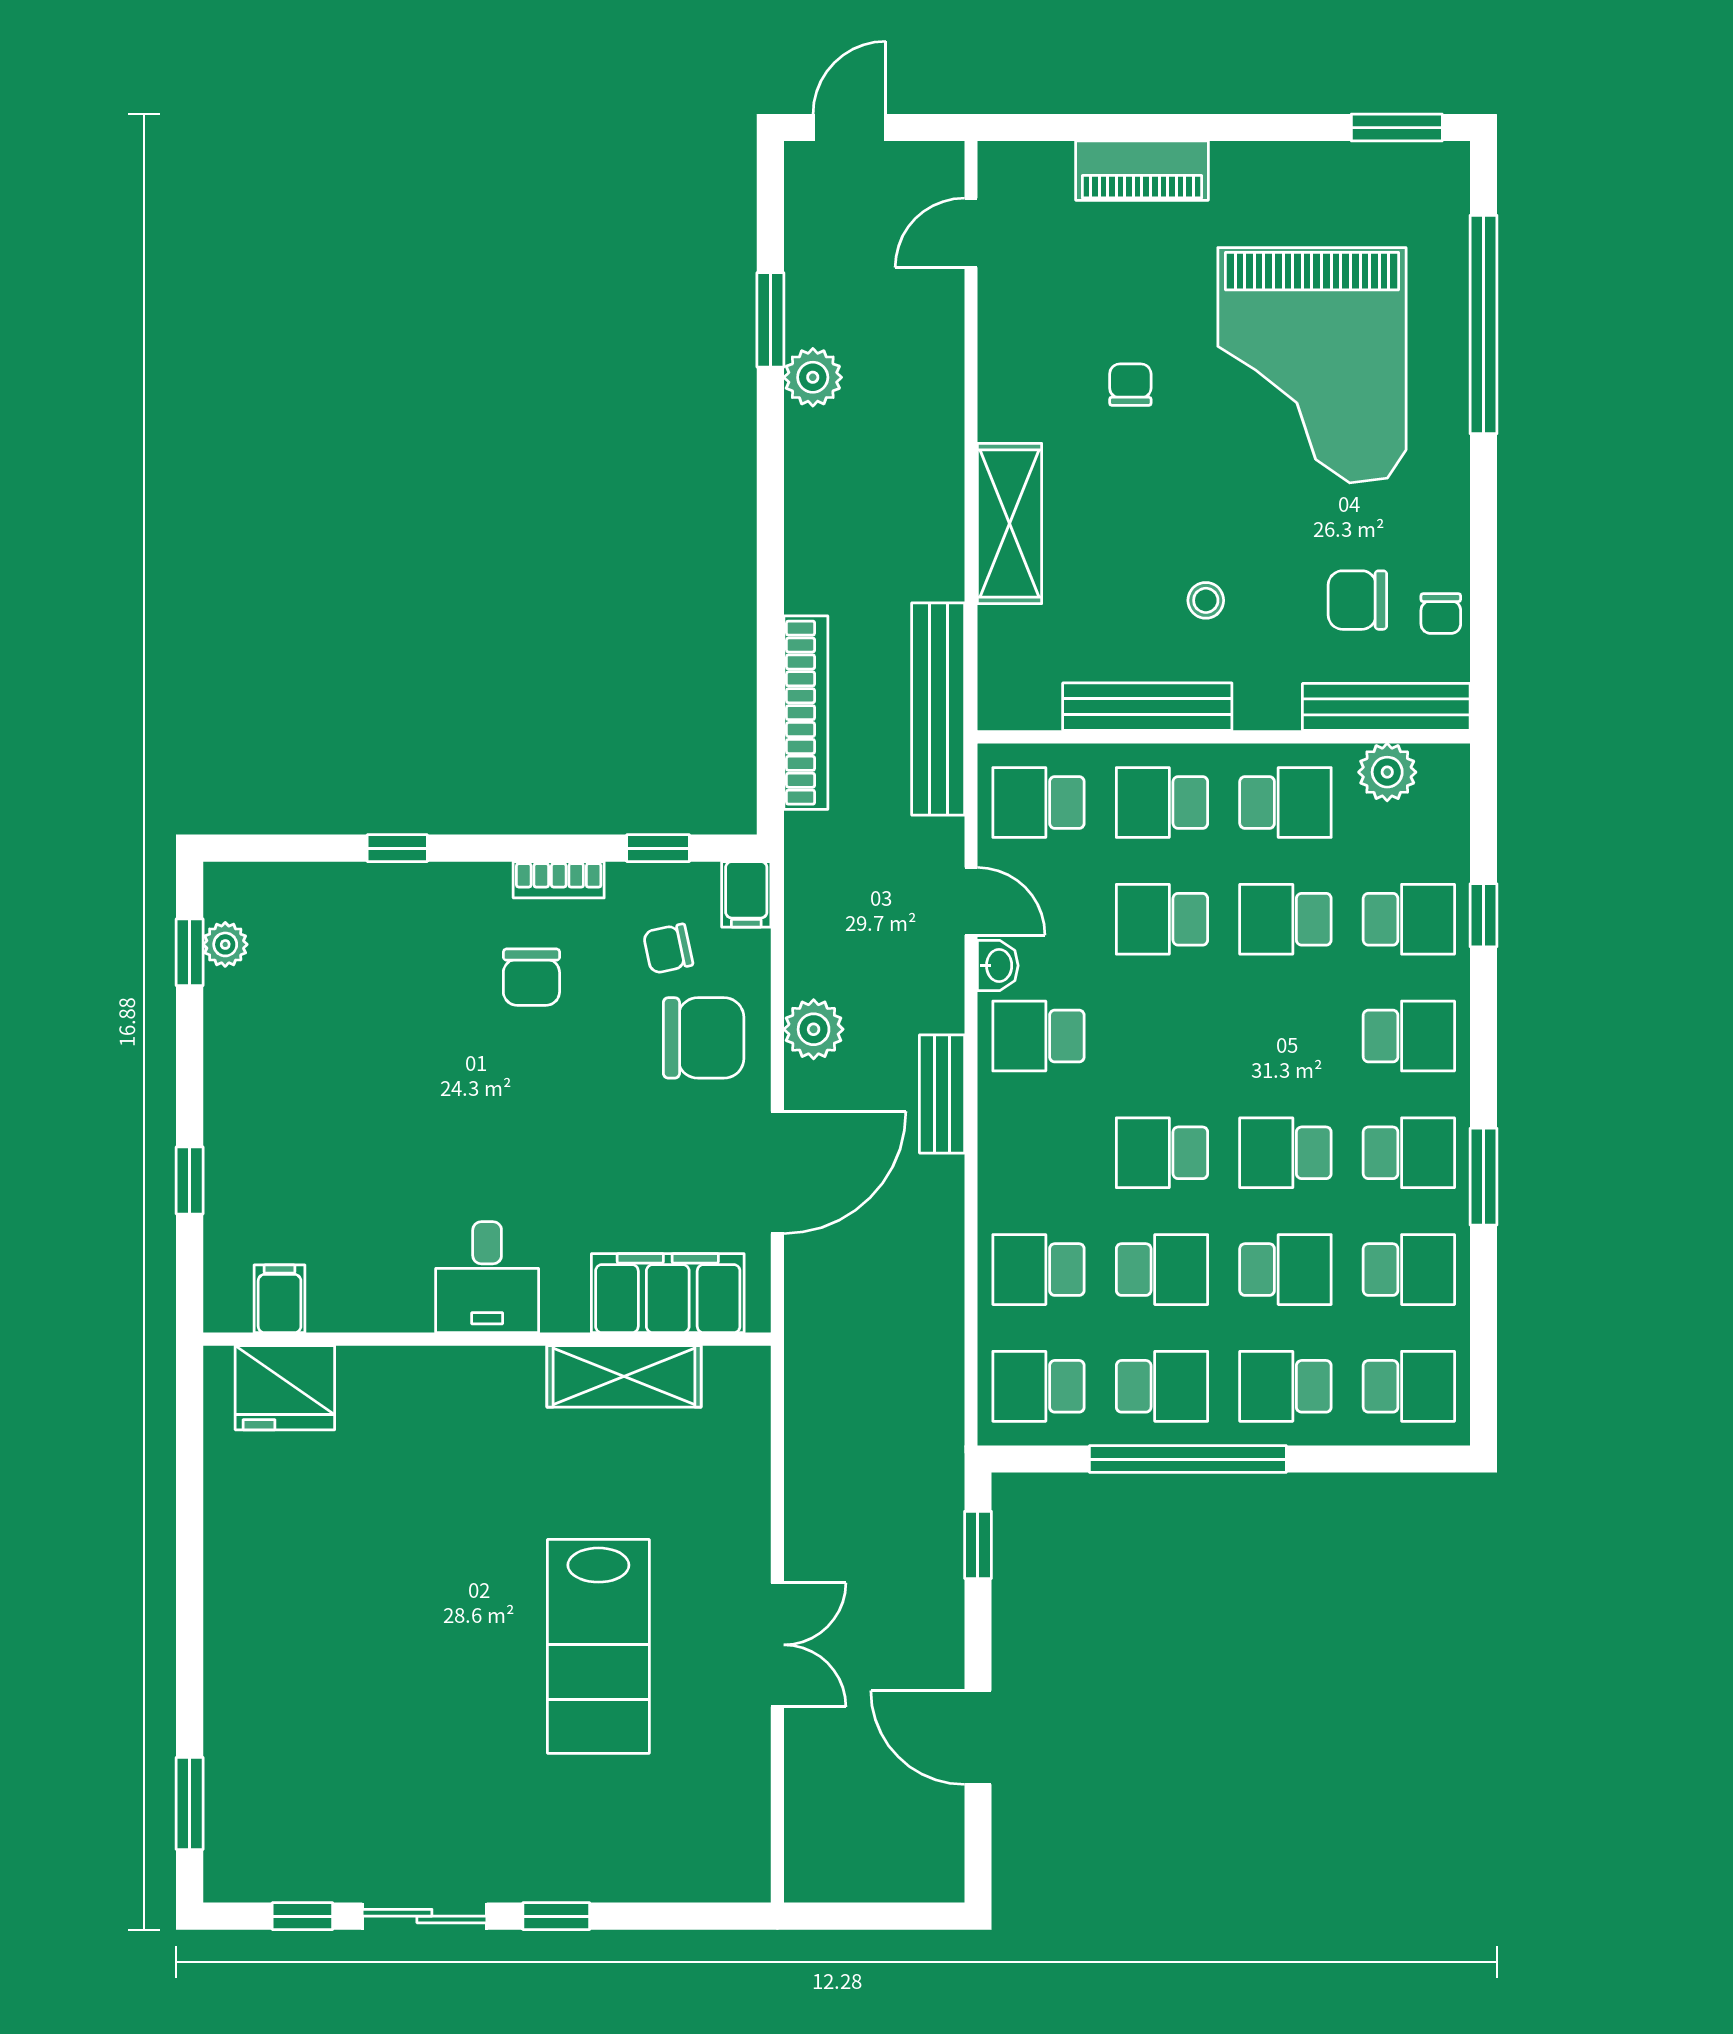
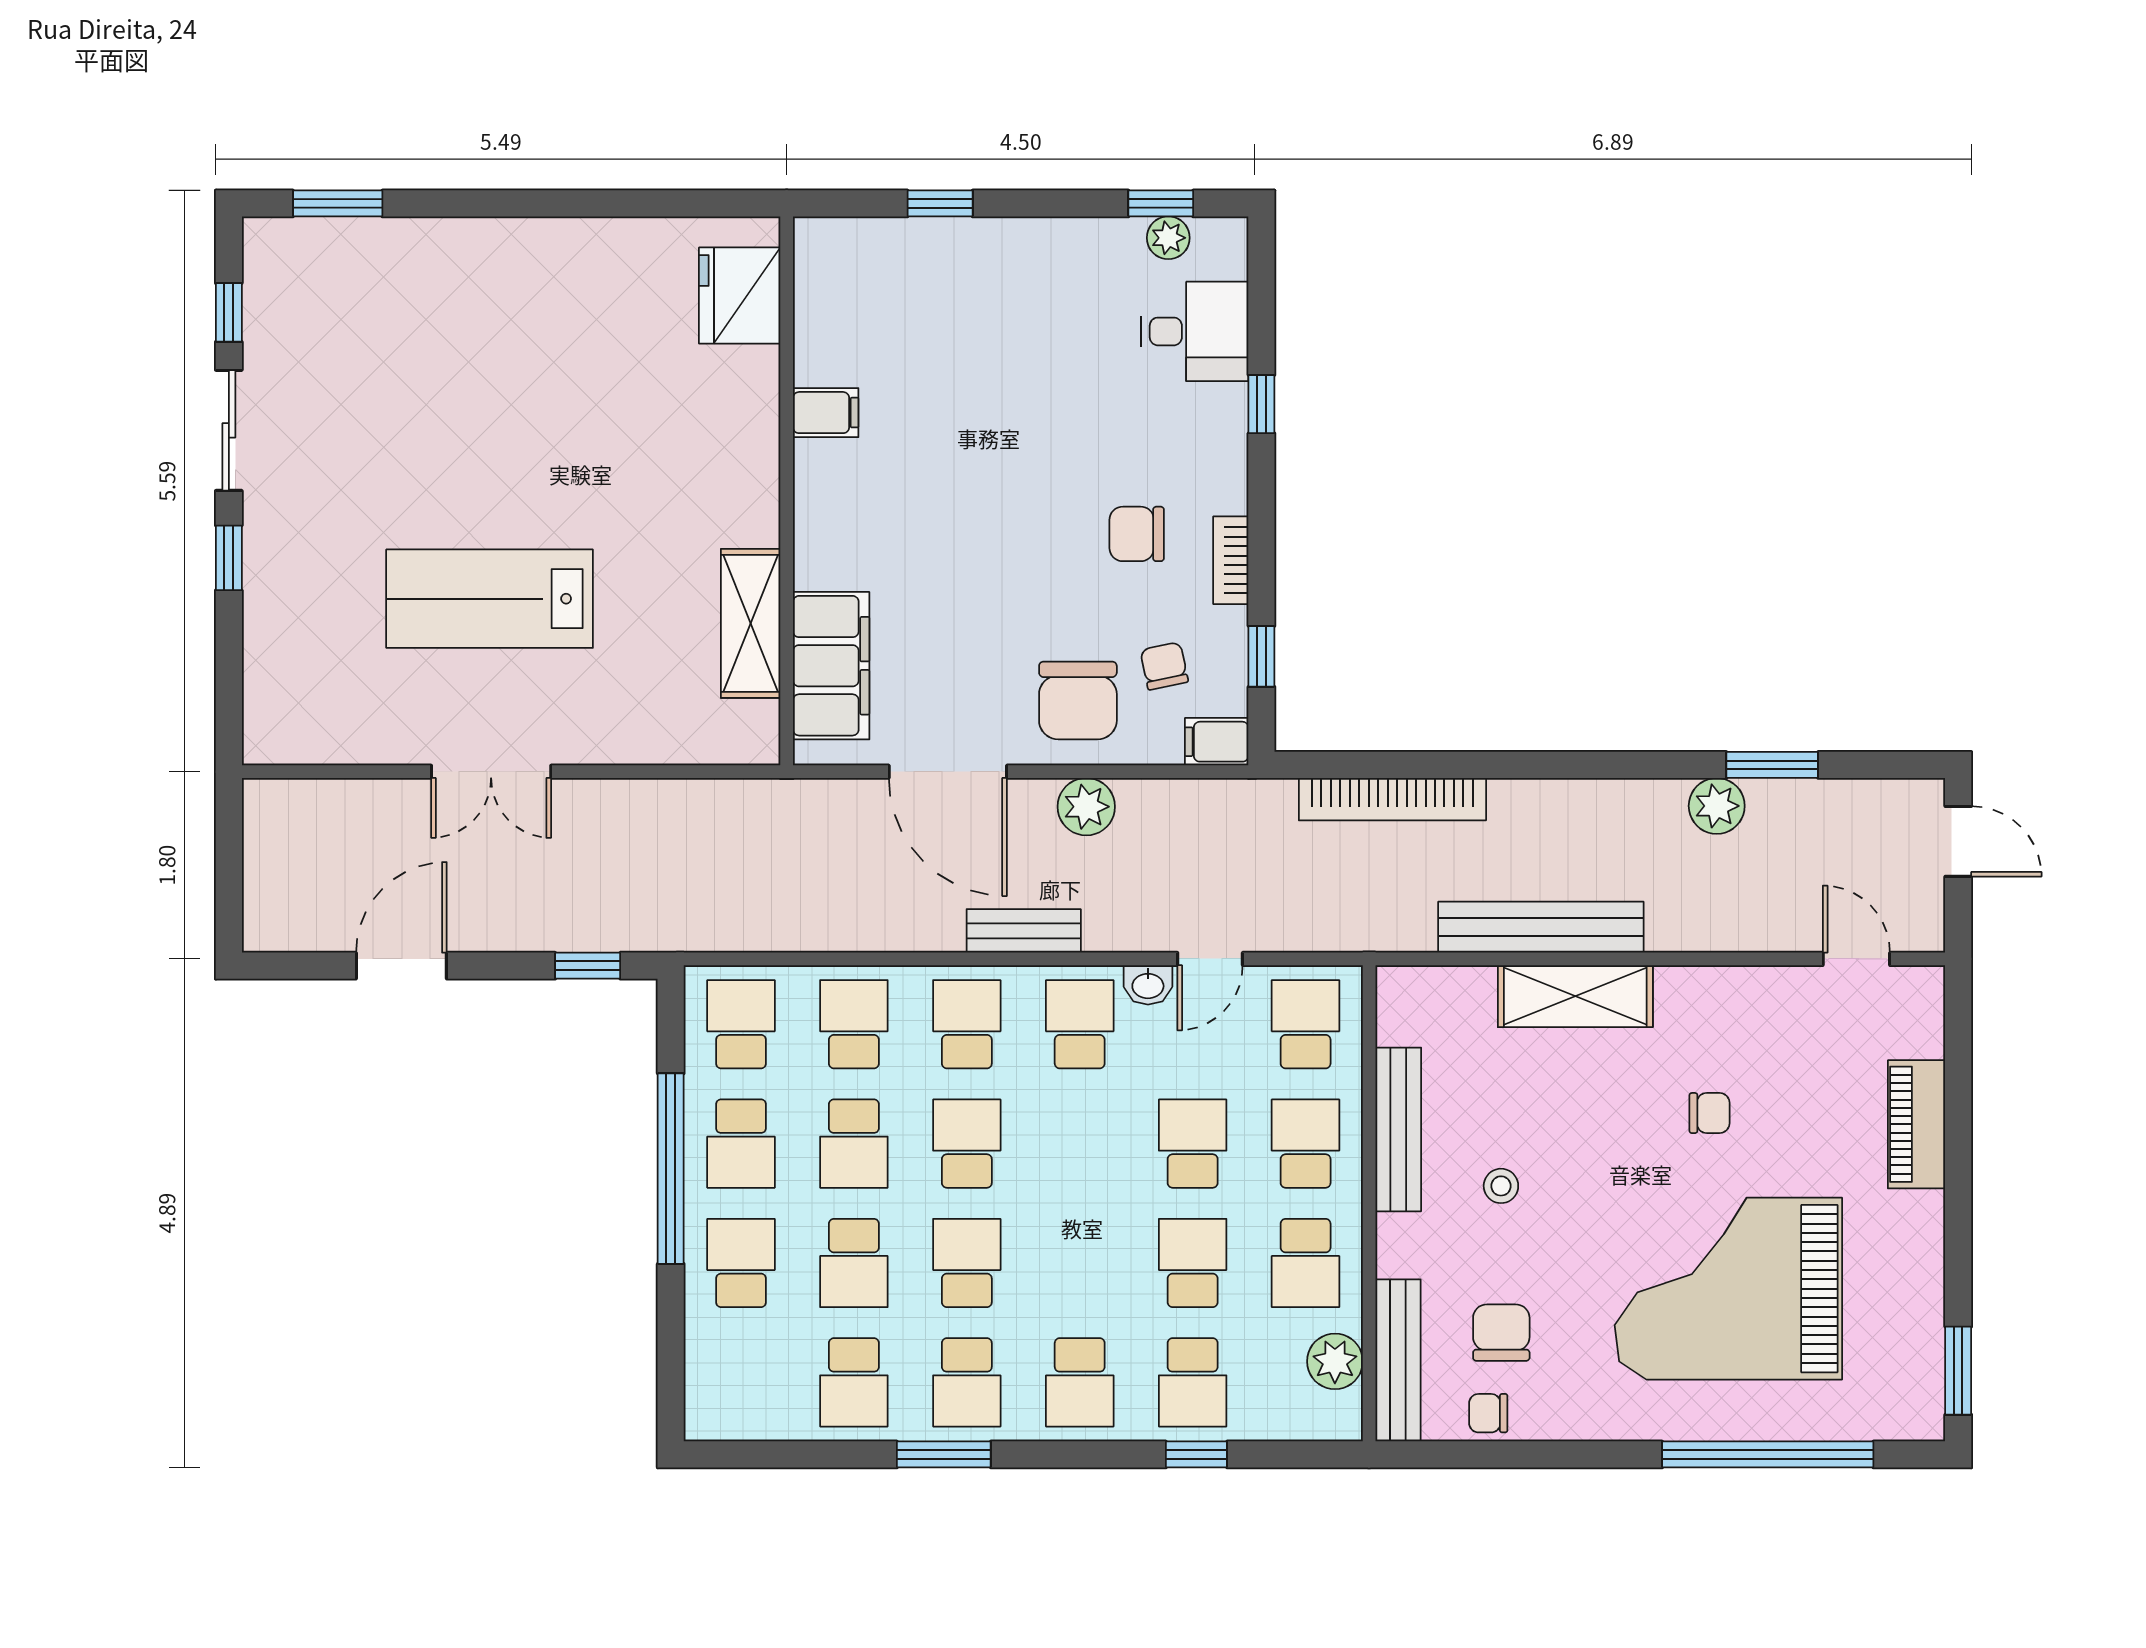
bench: (938, 709) -> (1541, 927), moved
desk: (487, 1277) -> (1195, 331), moved, turned 180
filing cabinet: (280, 1299) -> (826, 413), moved
school desk: (1409, 1386) -> (967, 1024), moved, turned 180

